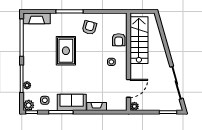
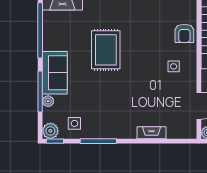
armchair: (89, 28) -> (141, 15), removed
sofa: (72, 102) -> (55, 73), moved, turned 90

